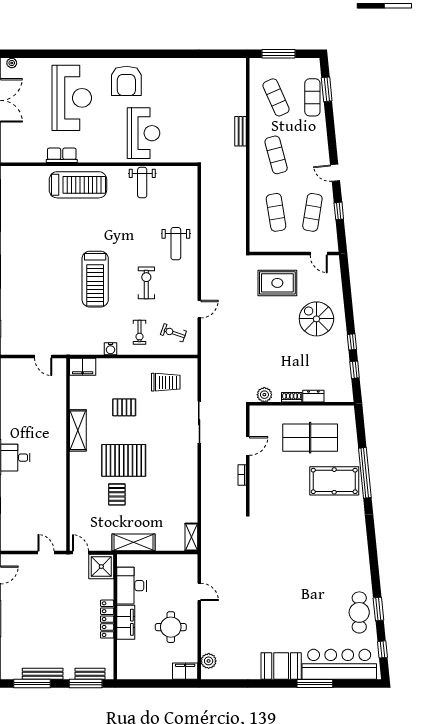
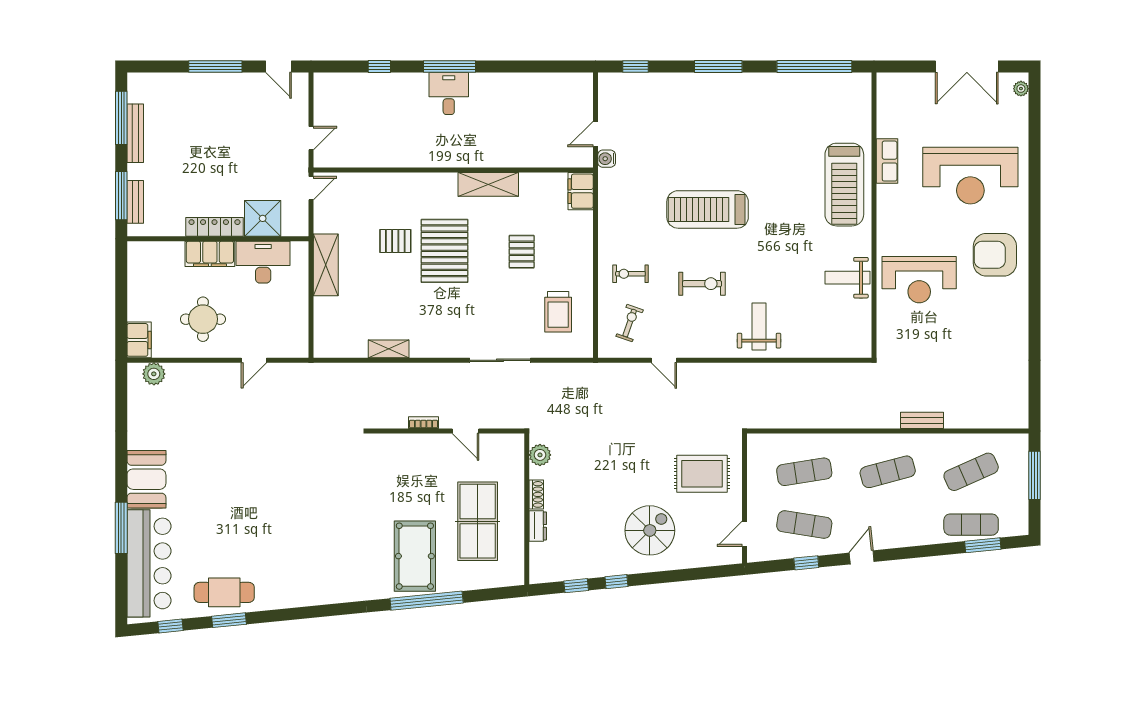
weight bench: (176, 244) -> (759, 326), turned 90
rug: (277, 283) -> (702, 474), turned 90
water cooler: (110, 349) -> (607, 159), moved
shelving: (191, 537) -> (389, 349), moved
shower: (101, 567) -> (263, 218), moved

